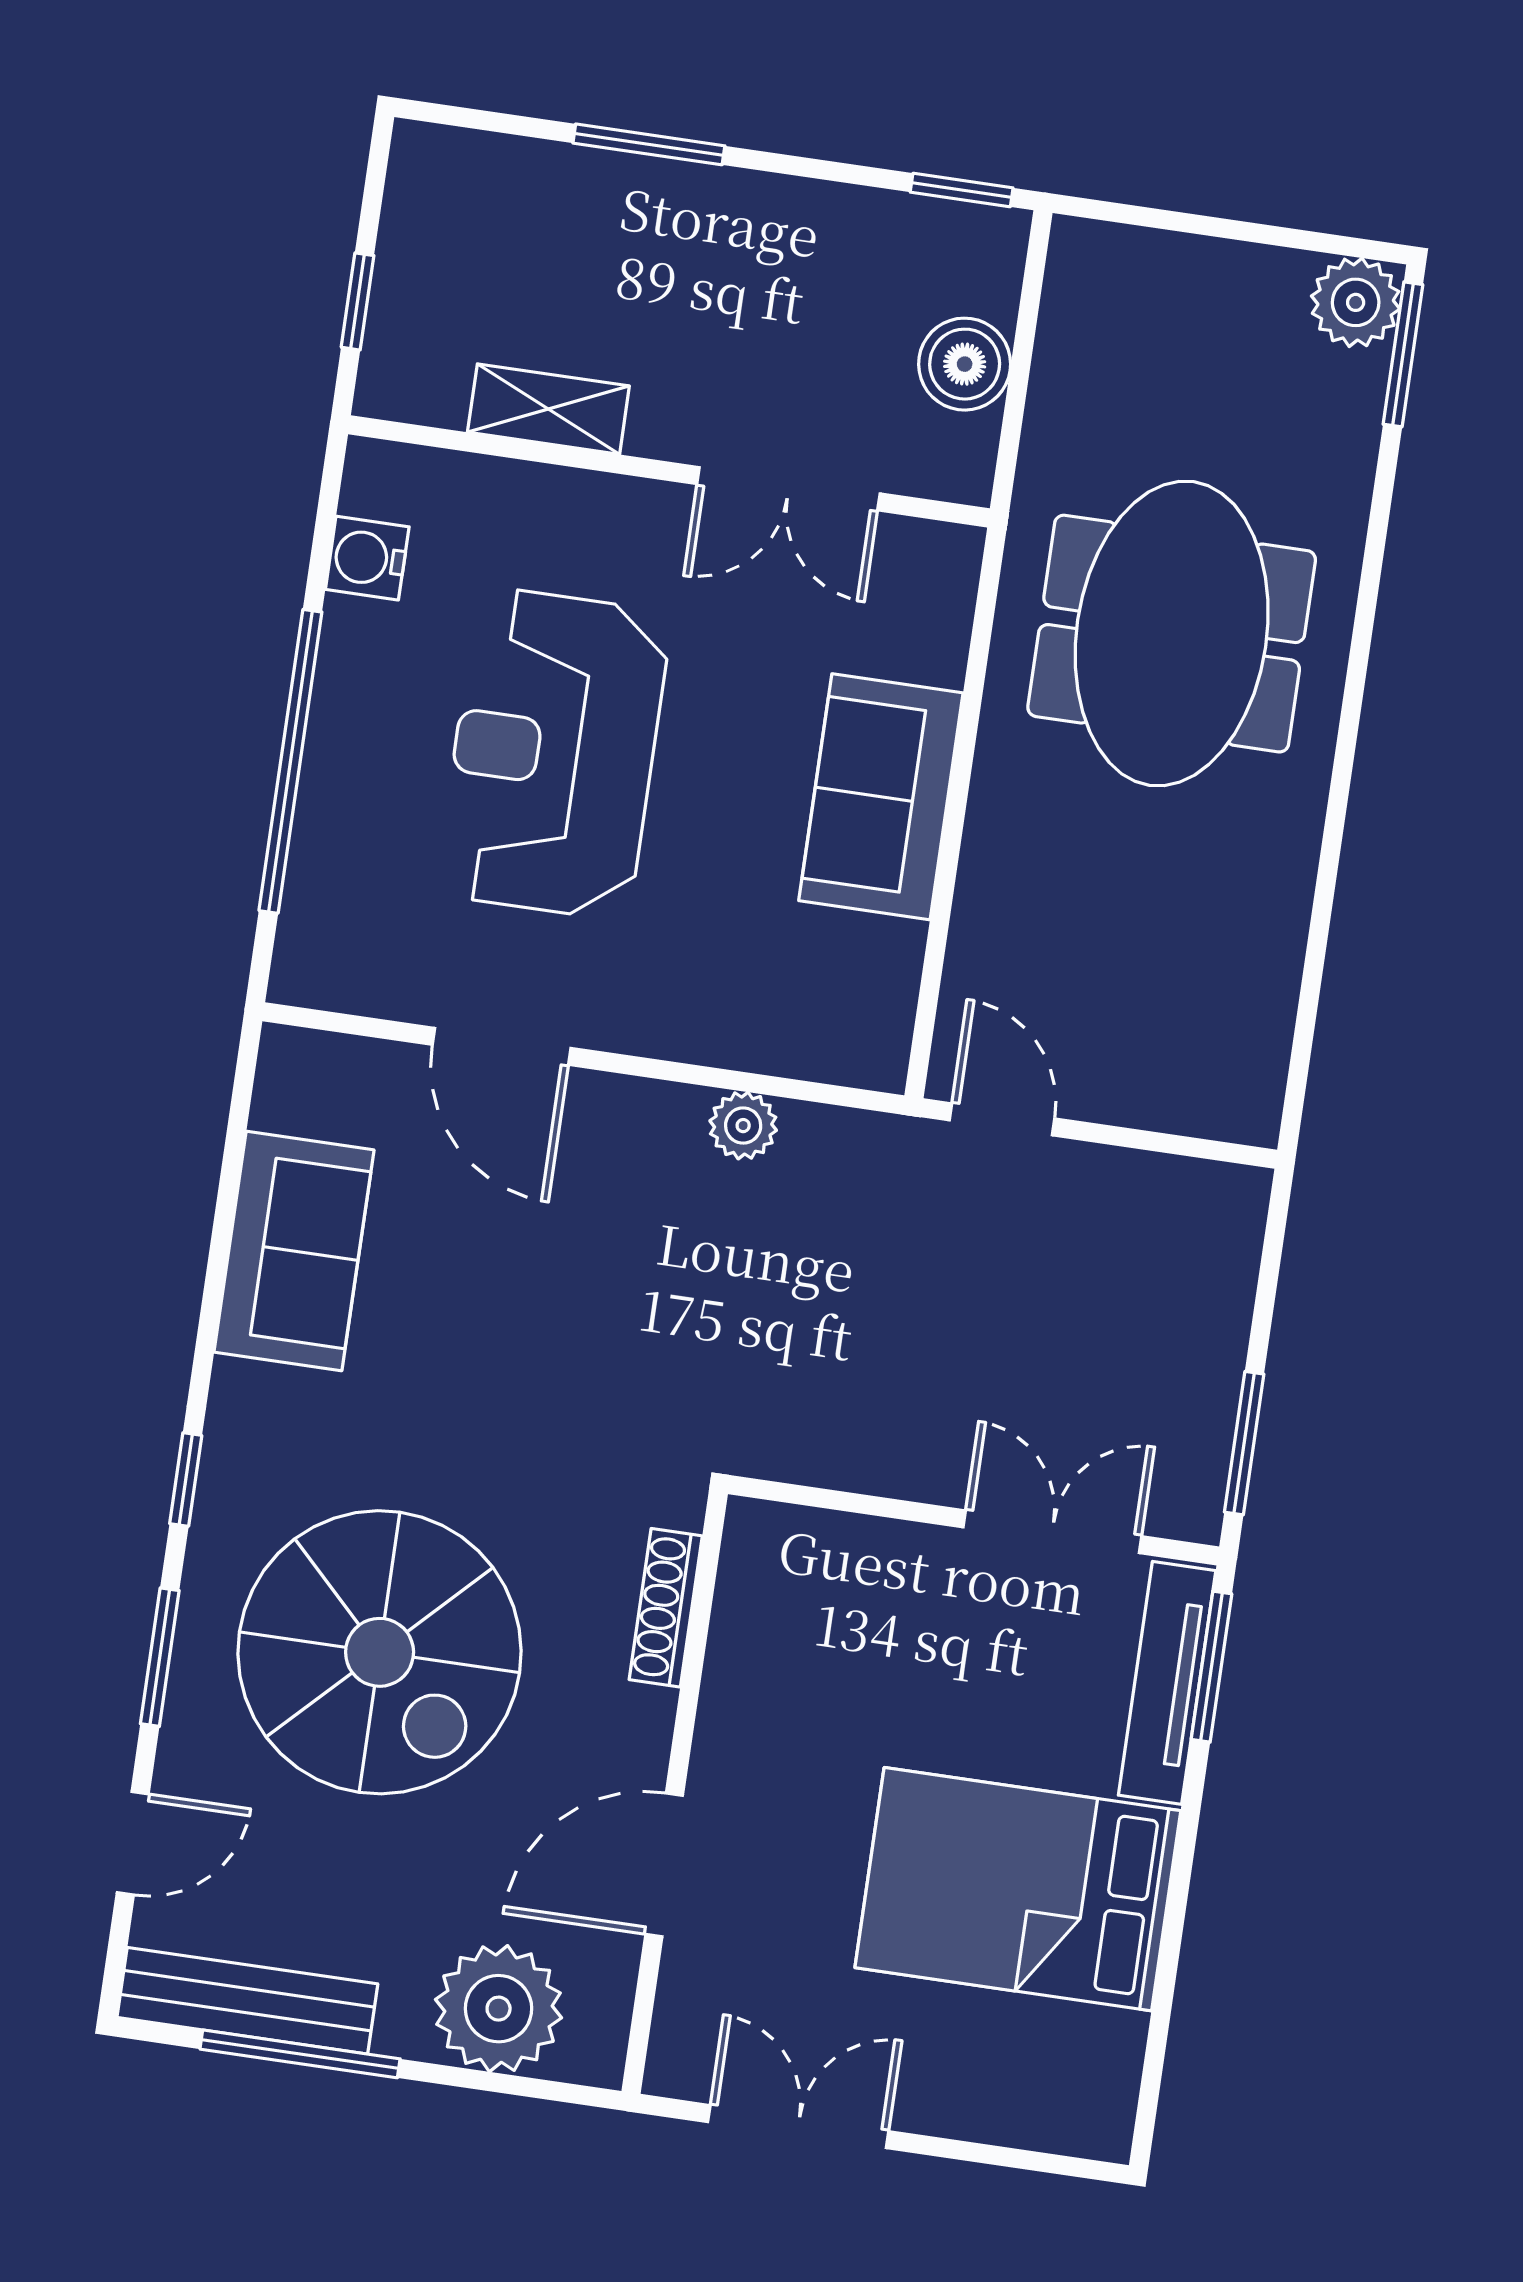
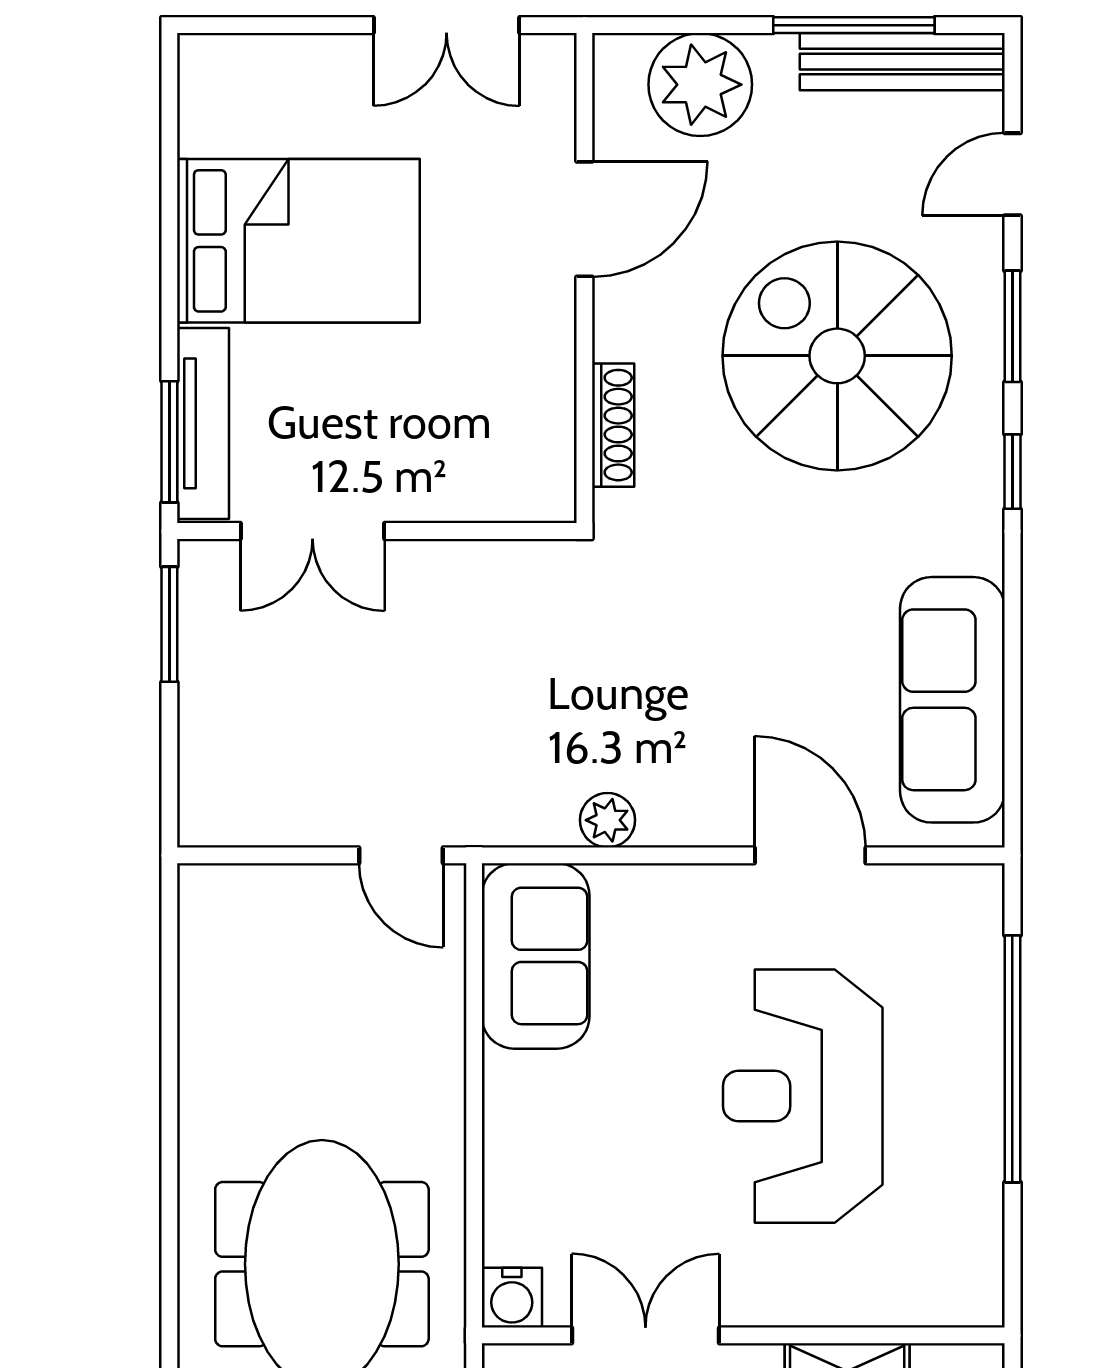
water cooler: (367, 558) -> (512, 1298), moved, turned 90
reception desk: (554, 753) -> (803, 1096), turned 180
sofa: (881, 797) -> (536, 956), moved
sofa: (294, 1251) -> (952, 700), width x1.36

